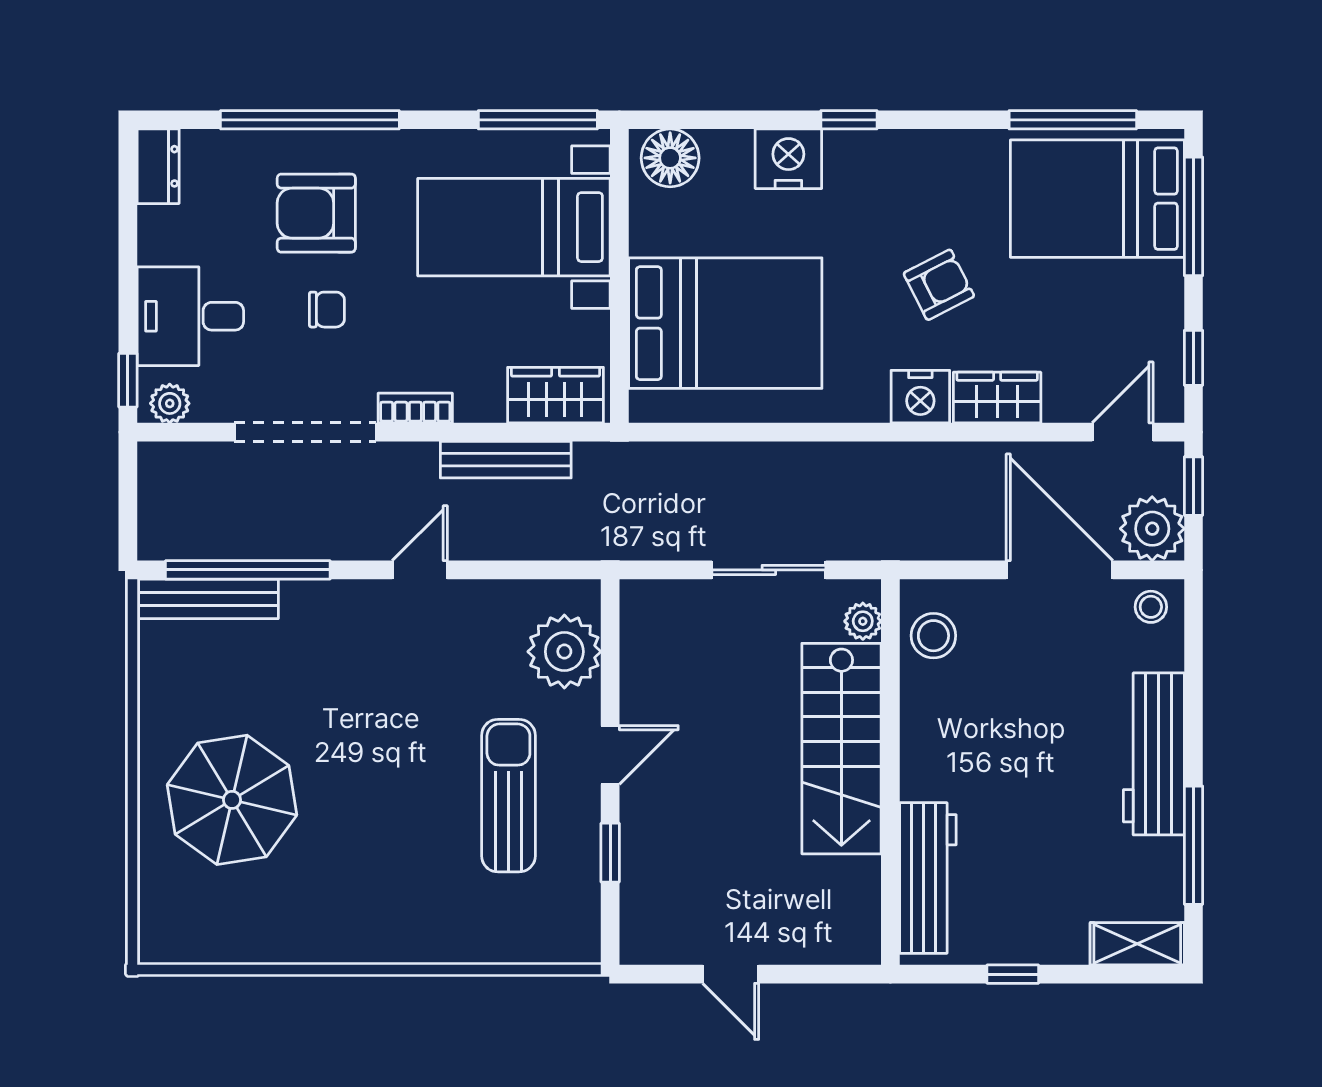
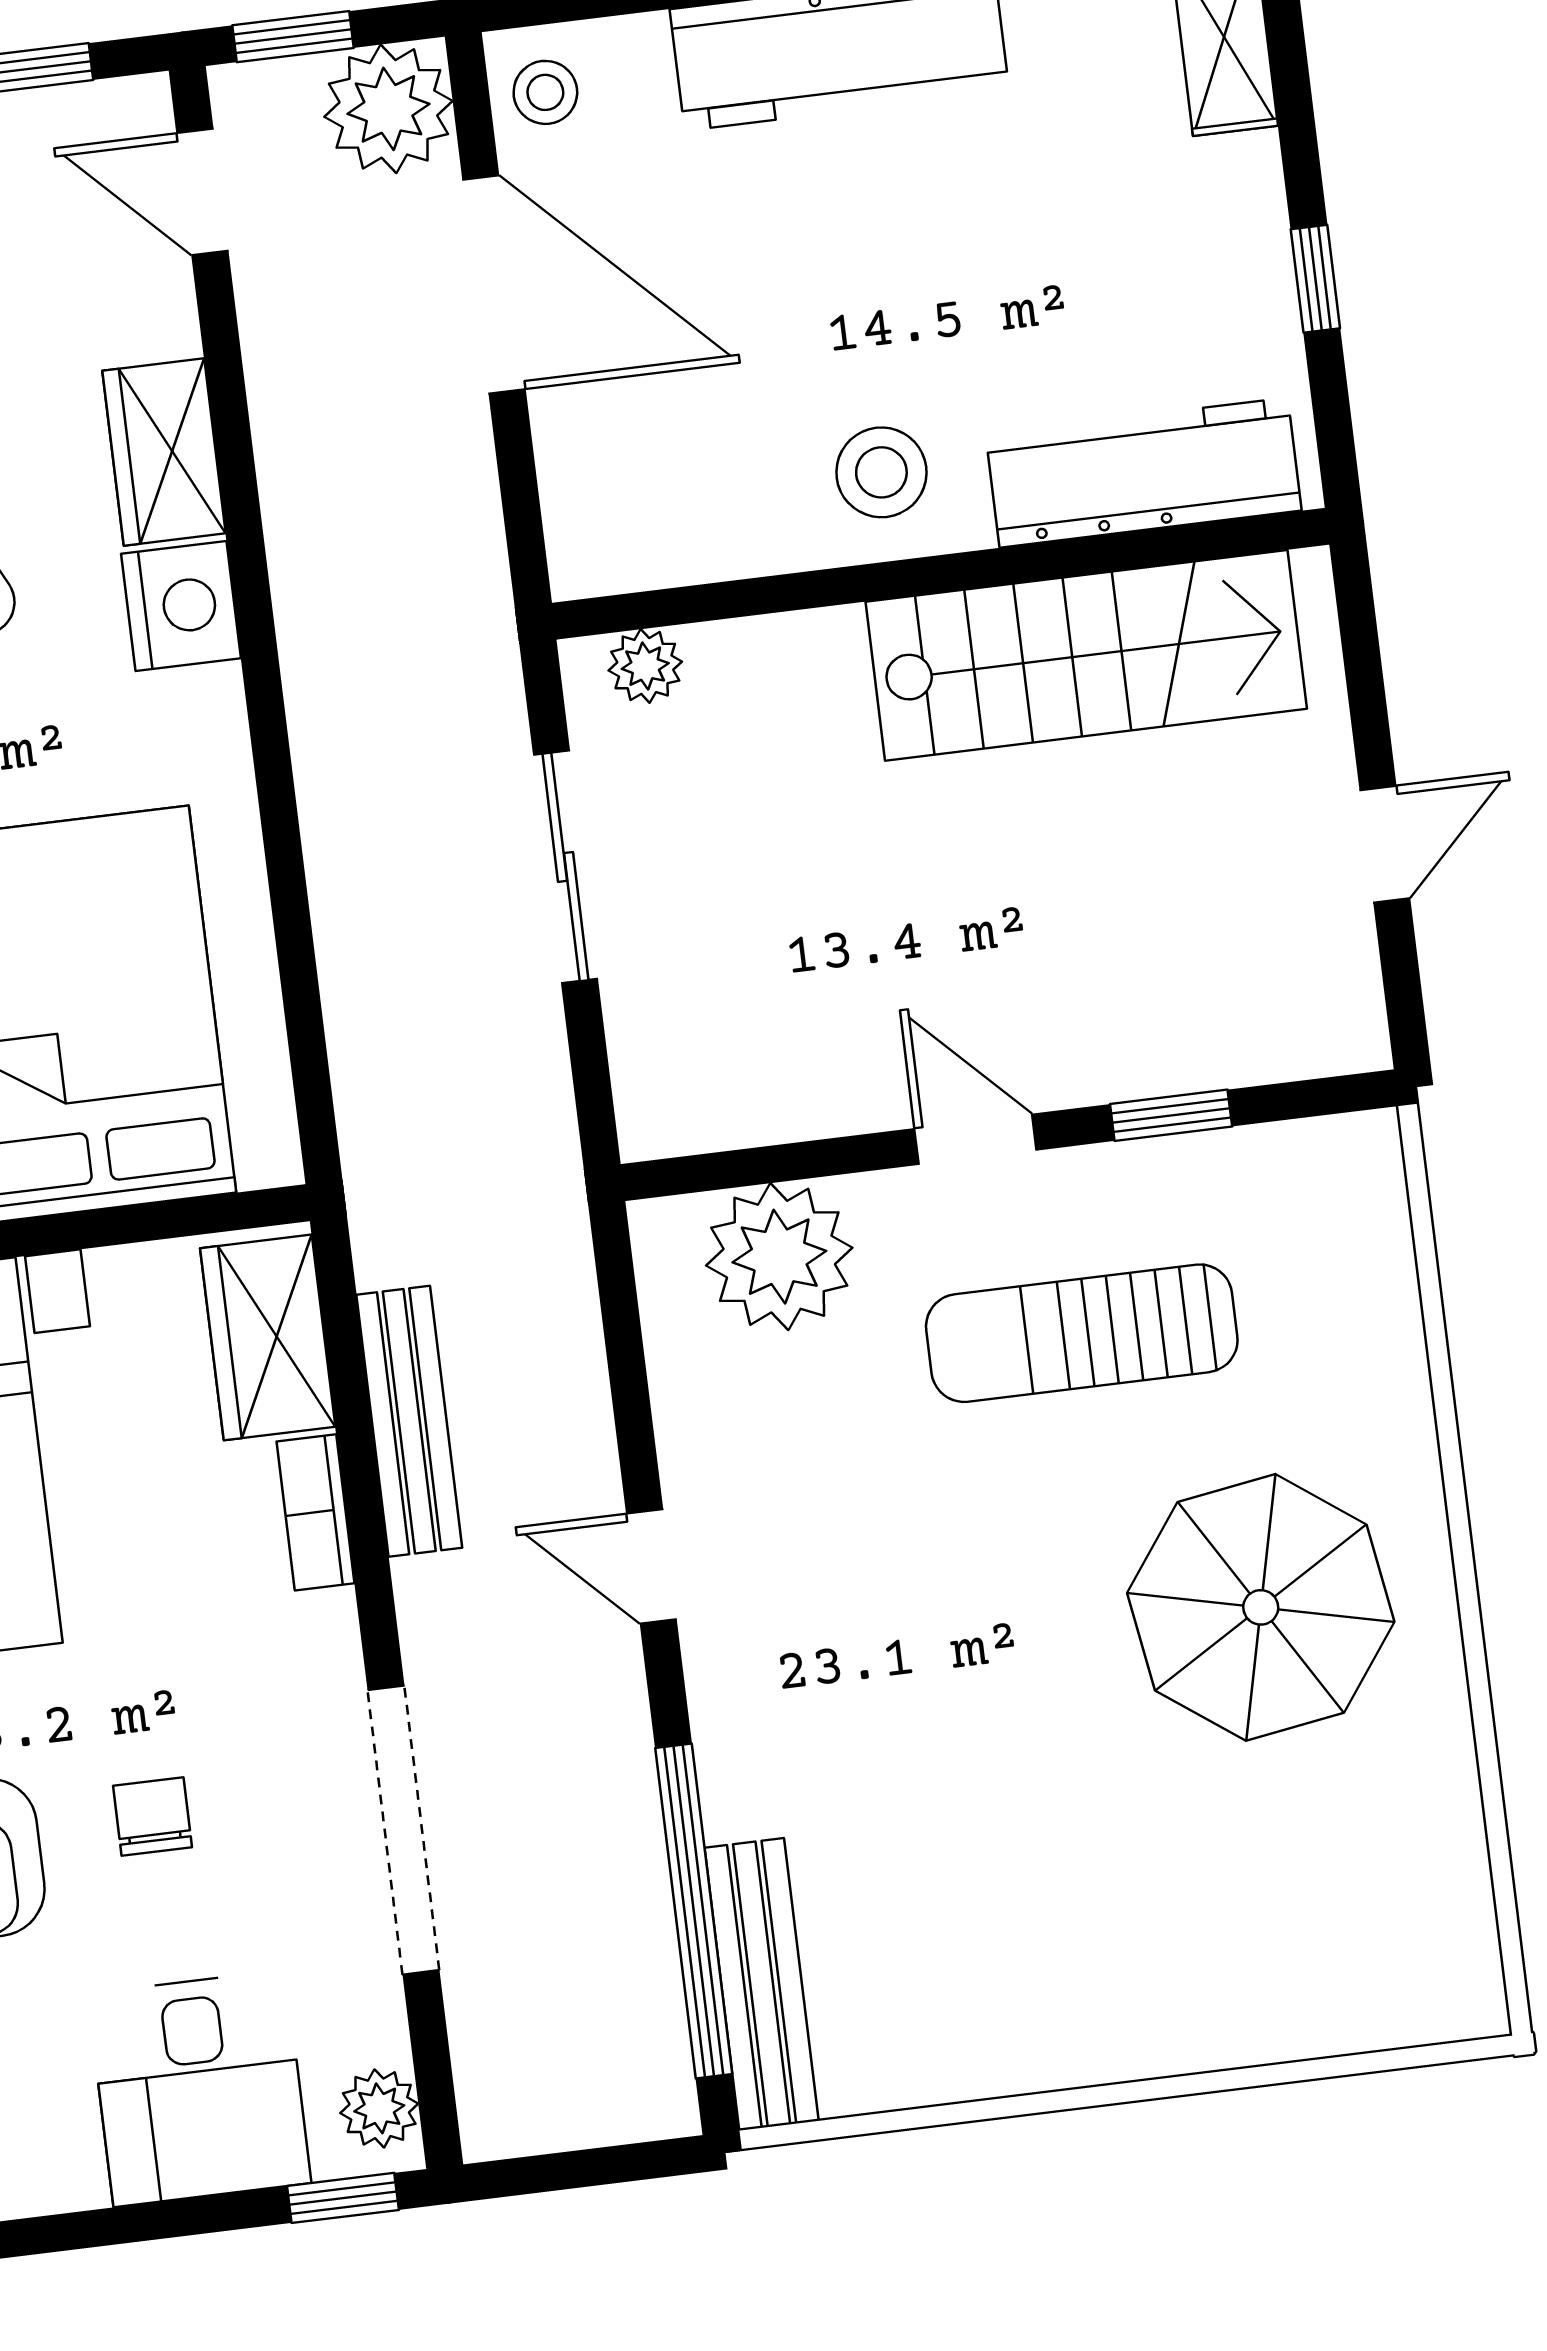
bookcase: (415, 408) -> (316, 1512), moved
door: (1060, 570) -> (494, 284), swing flipped
stool: (933, 636) -> (881, 472), moved
stairs: (841, 749) -> (1086, 655), moved
parasol: (232, 800) -> (1261, 1607), moved

